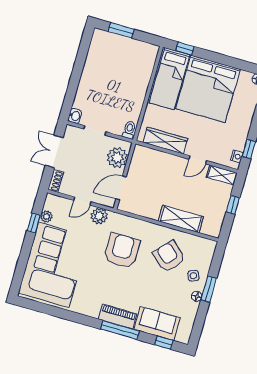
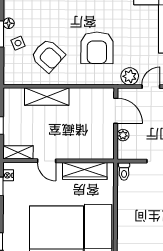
plant: (117, 158) -> (123, 135), width x0.53, depth x0.53
door: (198, 160) -> (47, 161), swing flipped
door: (121, 188) -> (116, 111), hinge flipped

